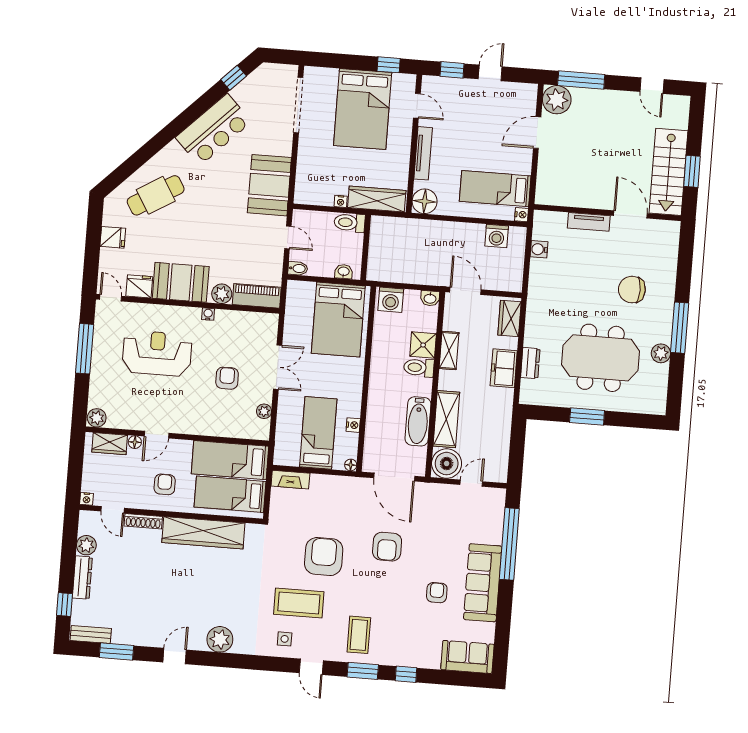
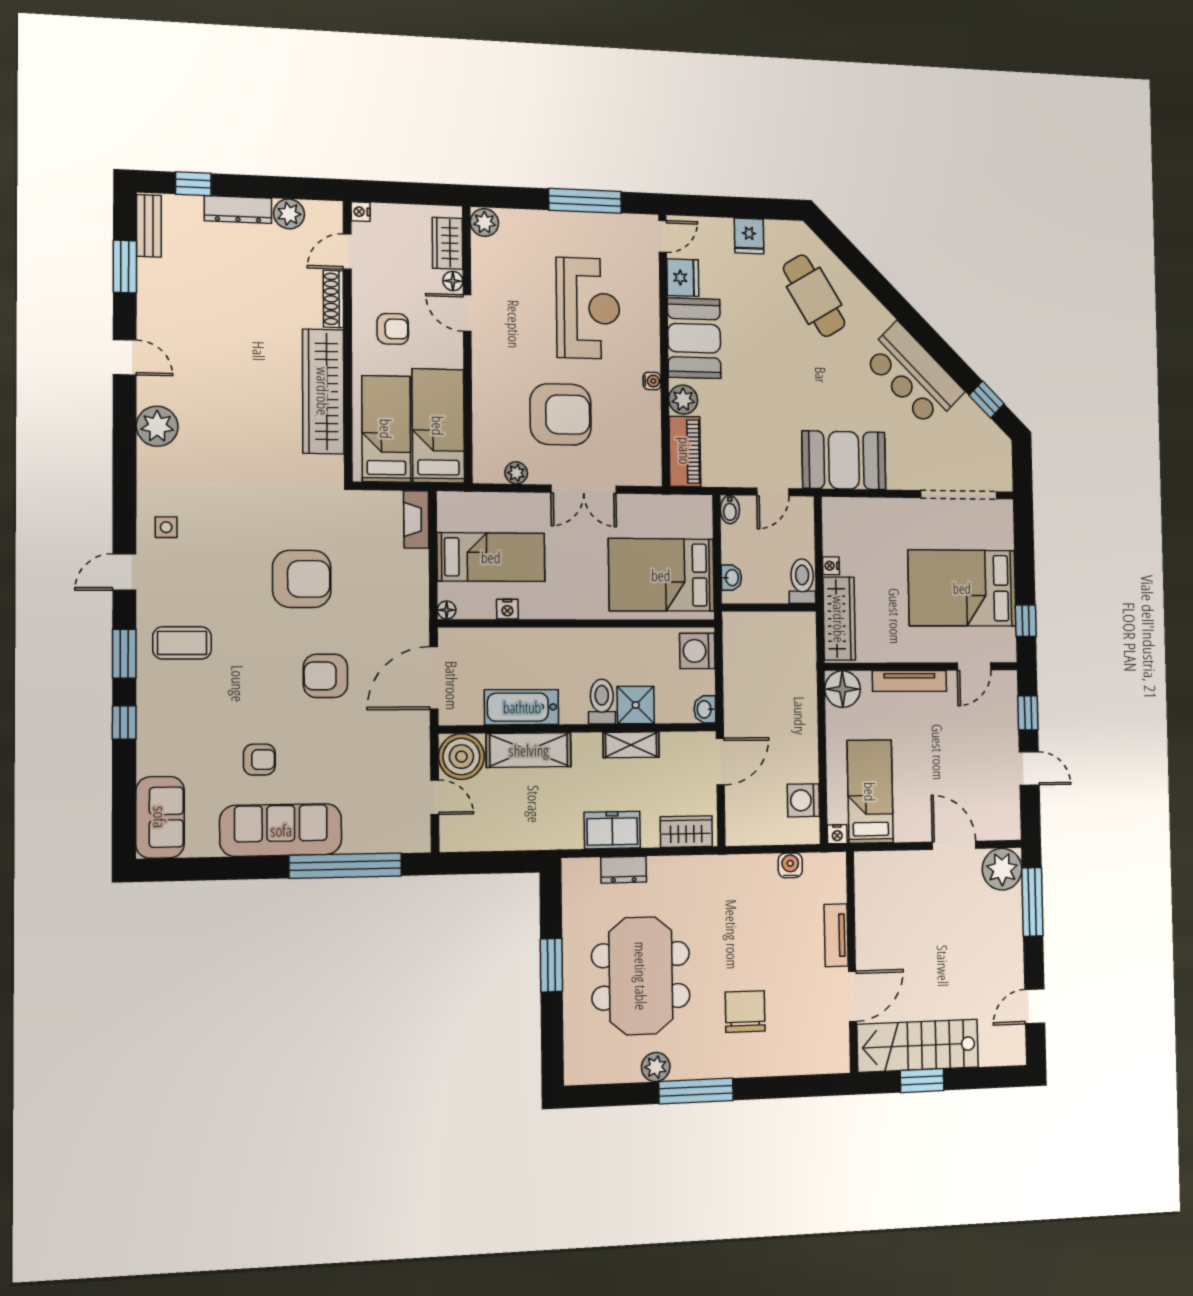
armchair: (227, 378) -> (561, 414), width x1.88, depth x1.88
coffee table: (299, 603) -> (225, 545), removed

